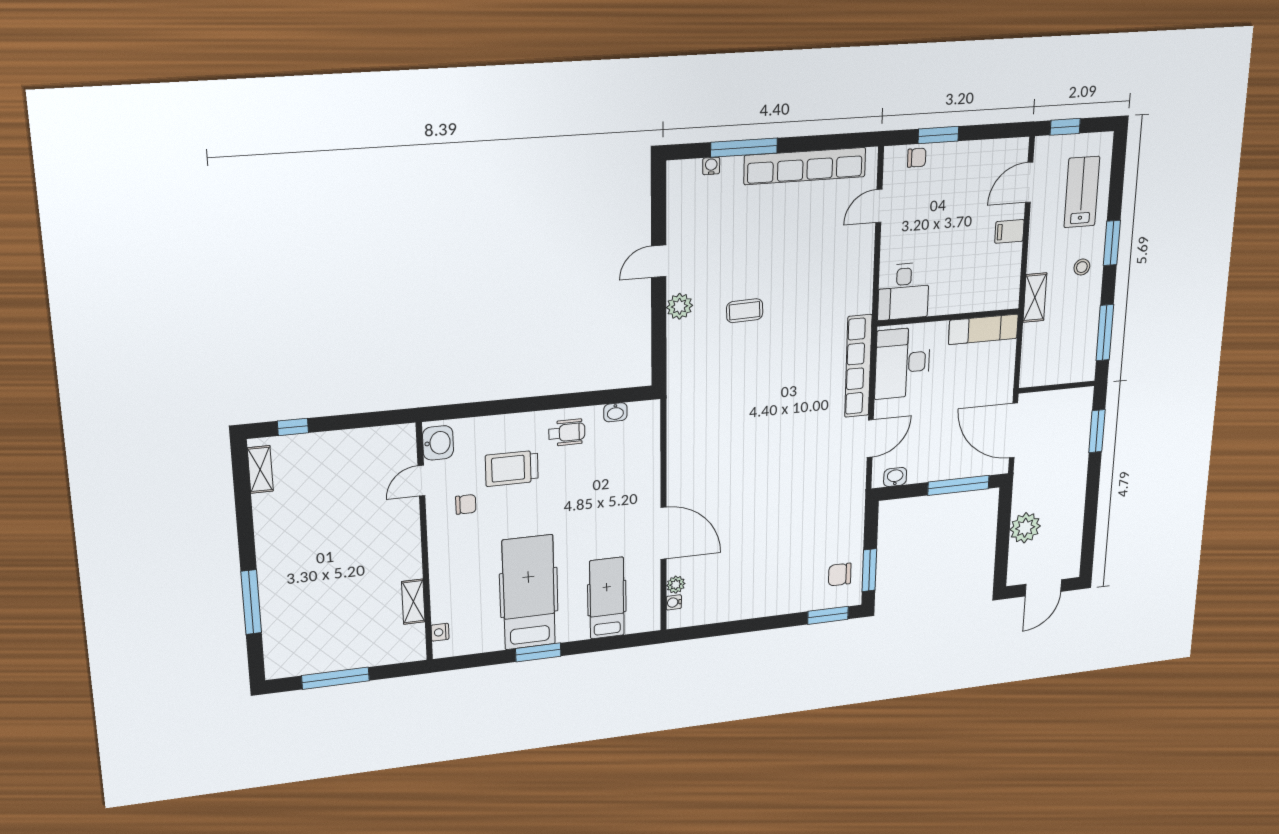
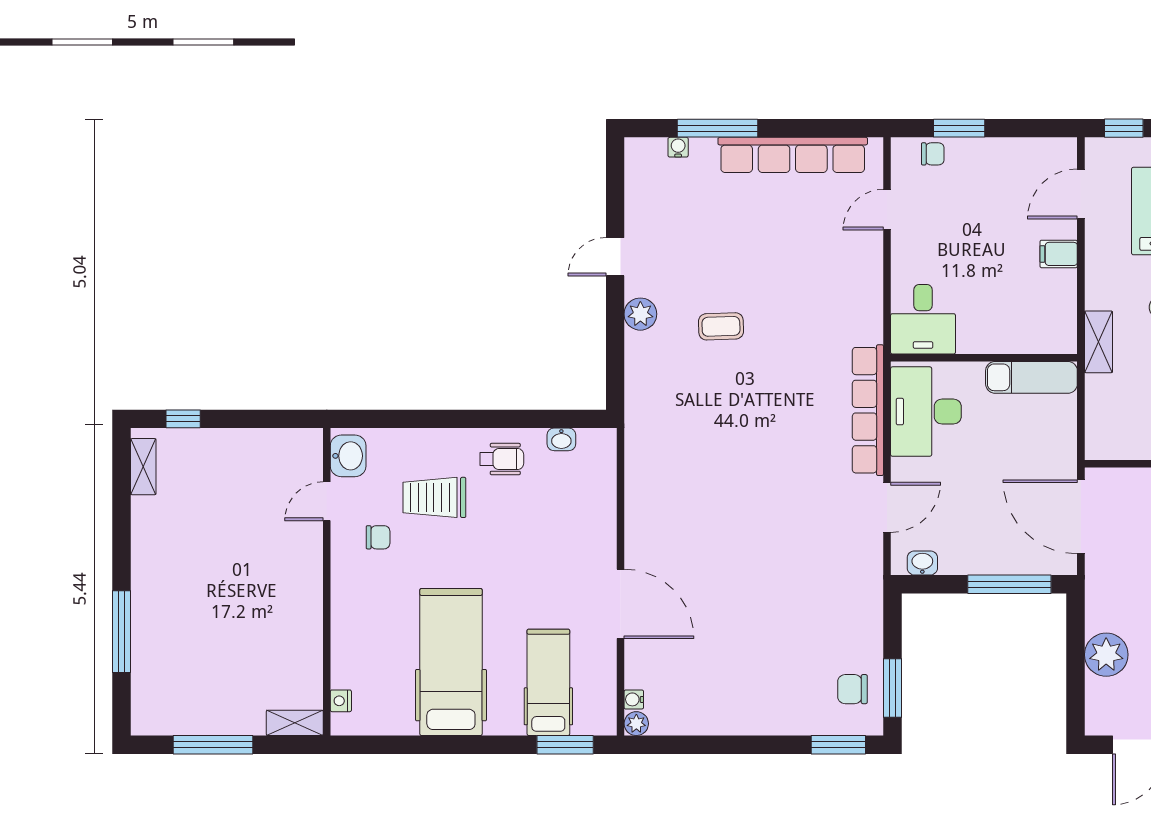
plant: (676, 585) -> (636, 724), moved
shelving: (413, 602) -> (295, 723), moved, turned 90
window: (538, 652) -> (565, 745), moved

